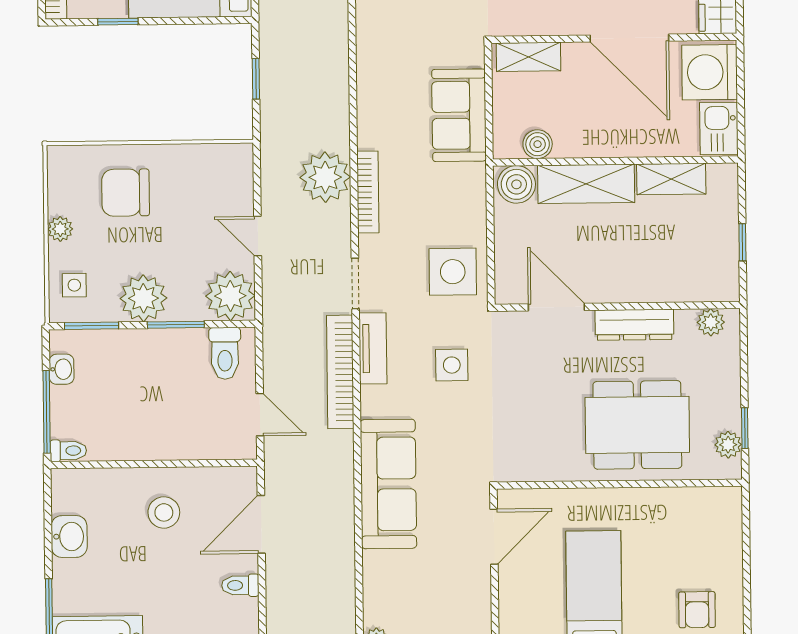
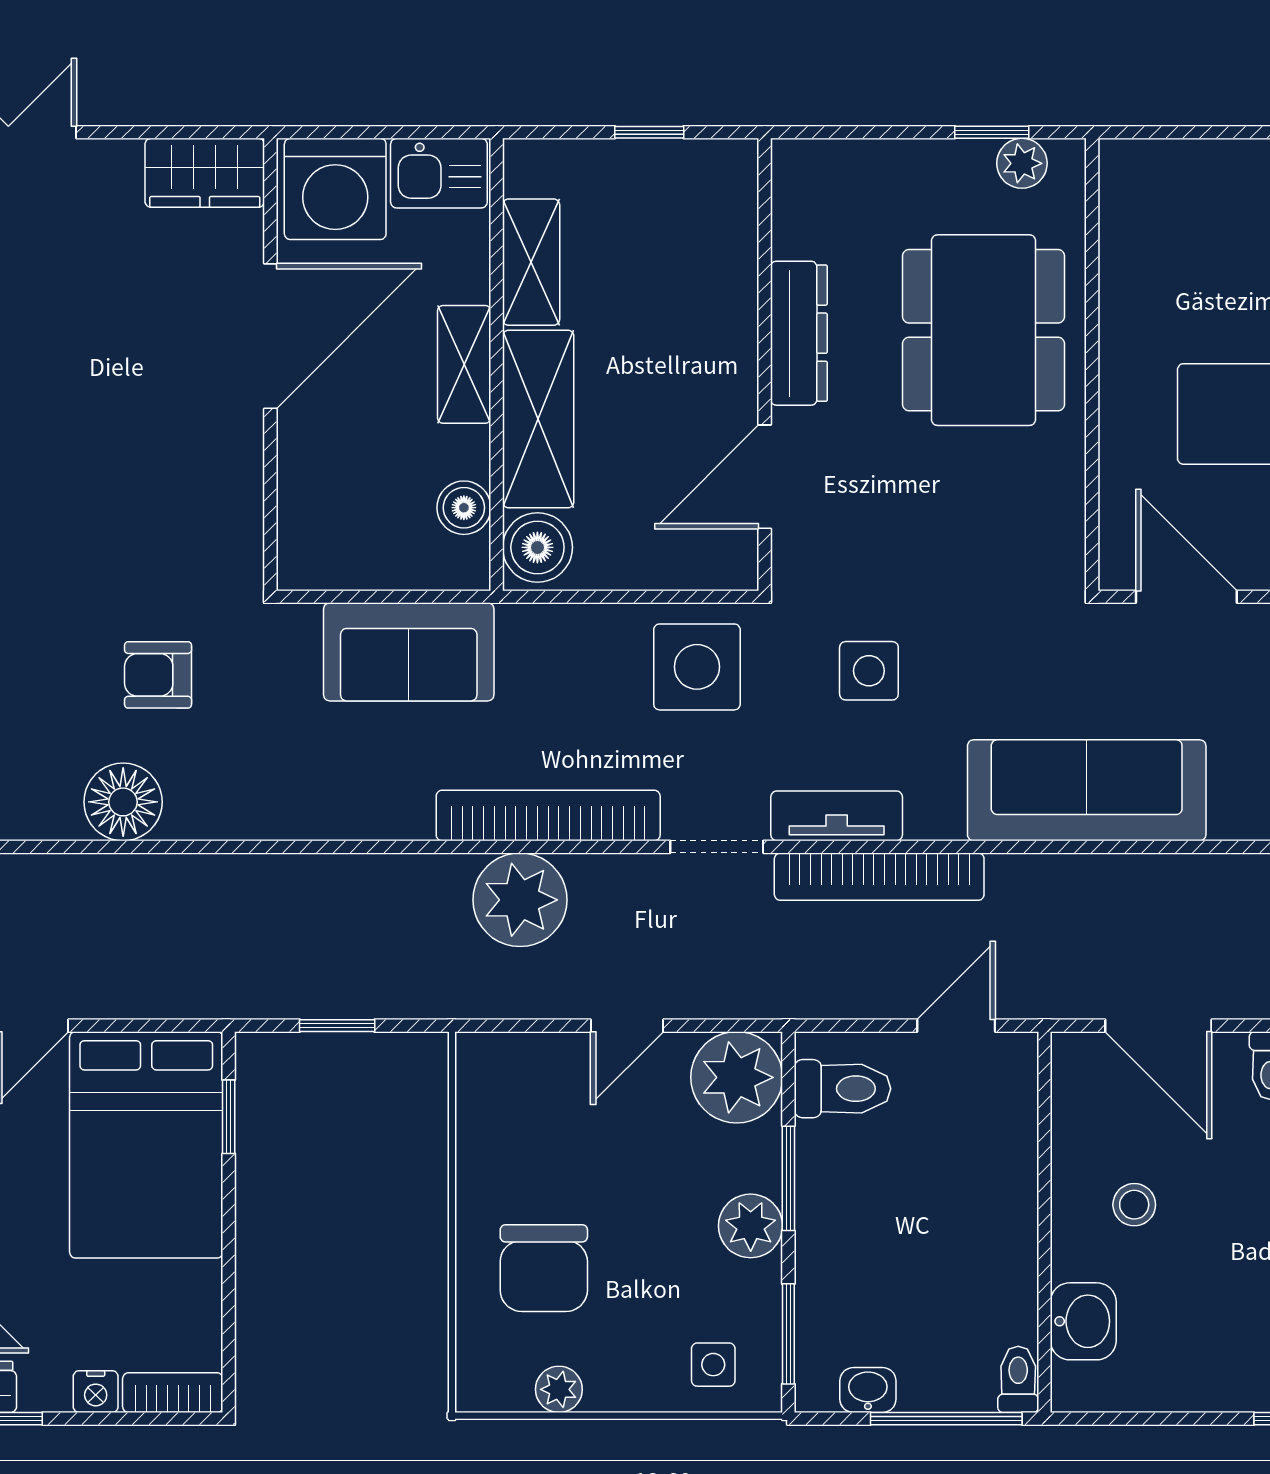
window: (118, 22) -> (229, 1117), moved
shelving: (528, 57) -> (464, 364), moved
bookcase: (368, 192) -> (548, 816), width x1.48, depth x1.31
plant: (60, 229) -> (559, 1389), moved
plant: (143, 298) -> (751, 1226), width x0.73, depth x0.73
plant: (711, 322) -> (796, 192), removed
stool: (164, 512) -> (1134, 1205), width x0.73, depth x0.73
washbasin: (69, 537) -> (1083, 1321), moved, turned 90

